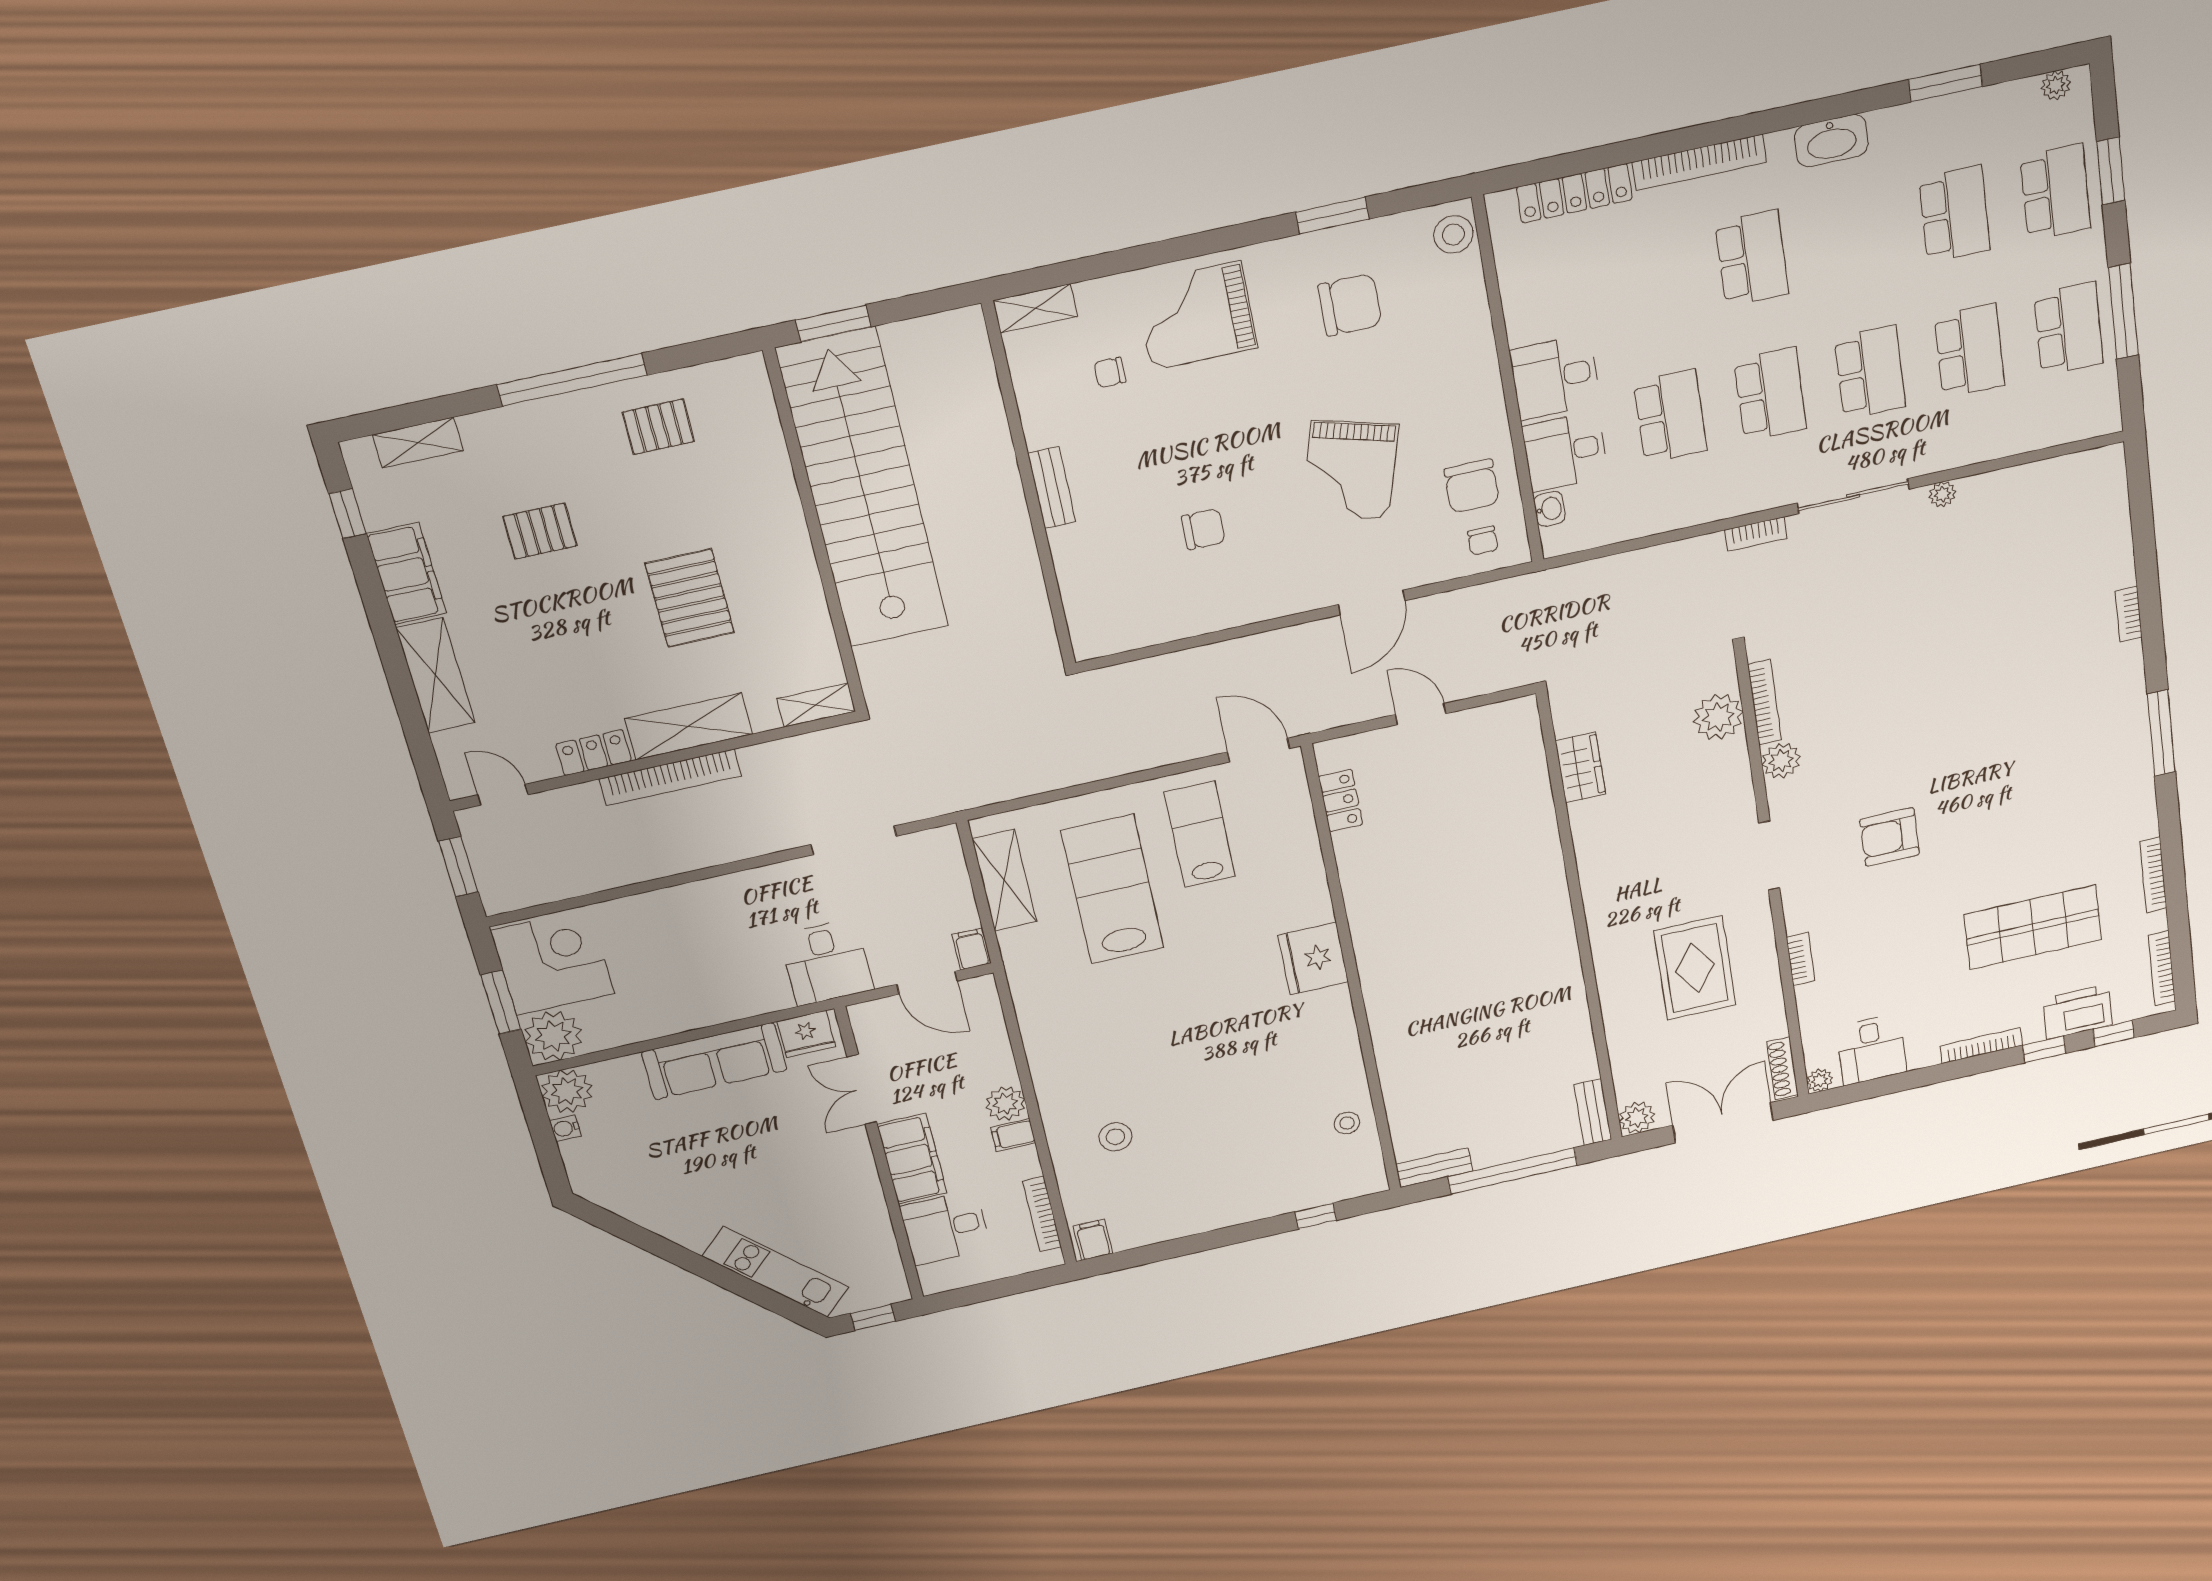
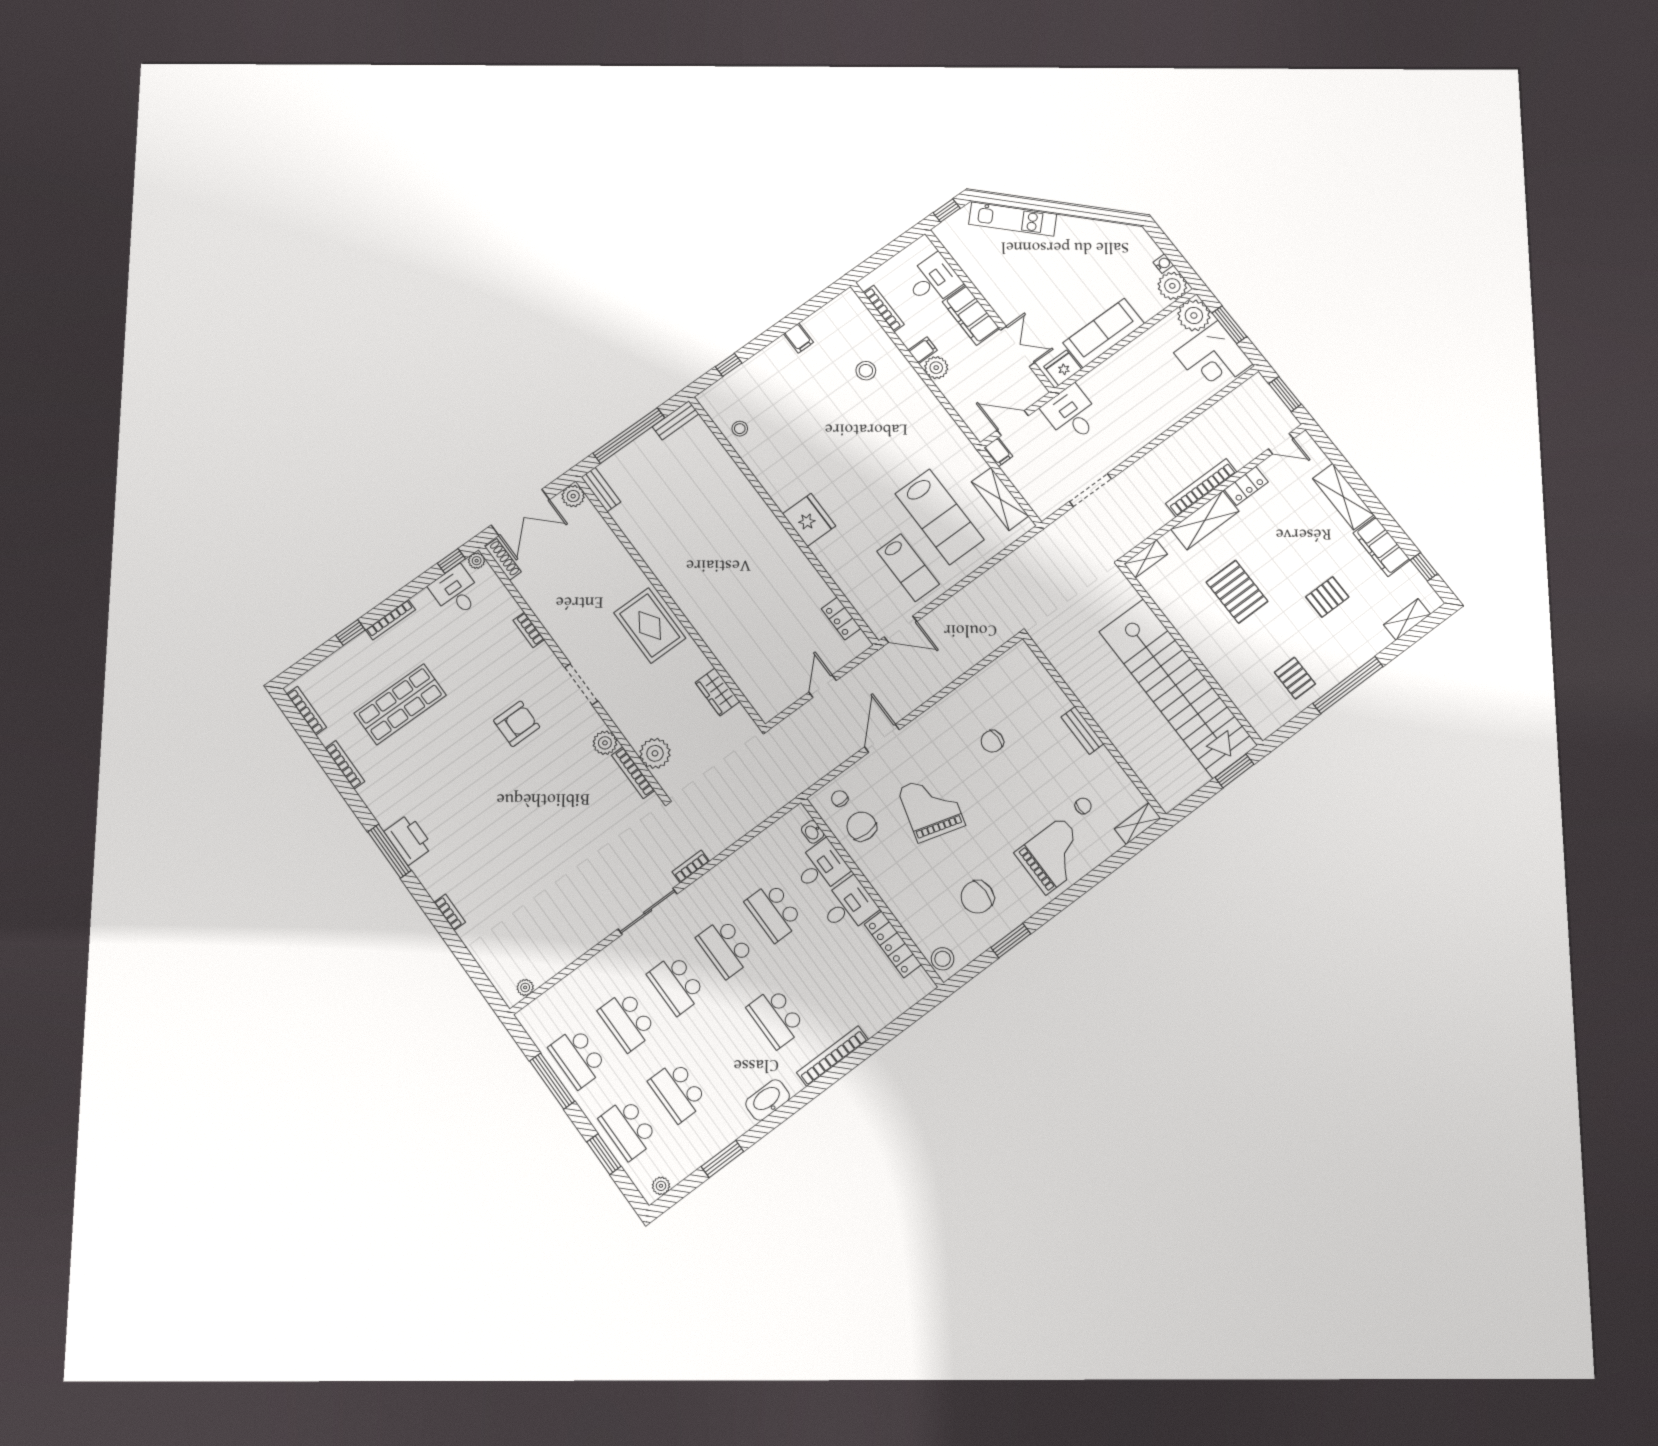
locker: (1574, 193) -> (893, 944), moved, turned -90
pallet: (658, 427) -> (1295, 678), turned 90
plant: (1942, 494) -> (525, 987), moved
door: (1421, 714) -> (823, 686), swing flipped
rug: (1695, 968) -> (650, 625), moved
printer: (2077, 1012) -> (409, 839), moved, turned -90
window: (2114, 1033) -> (451, 561), moved
filing cabinet: (1093, 1240) -> (798, 338), moved

